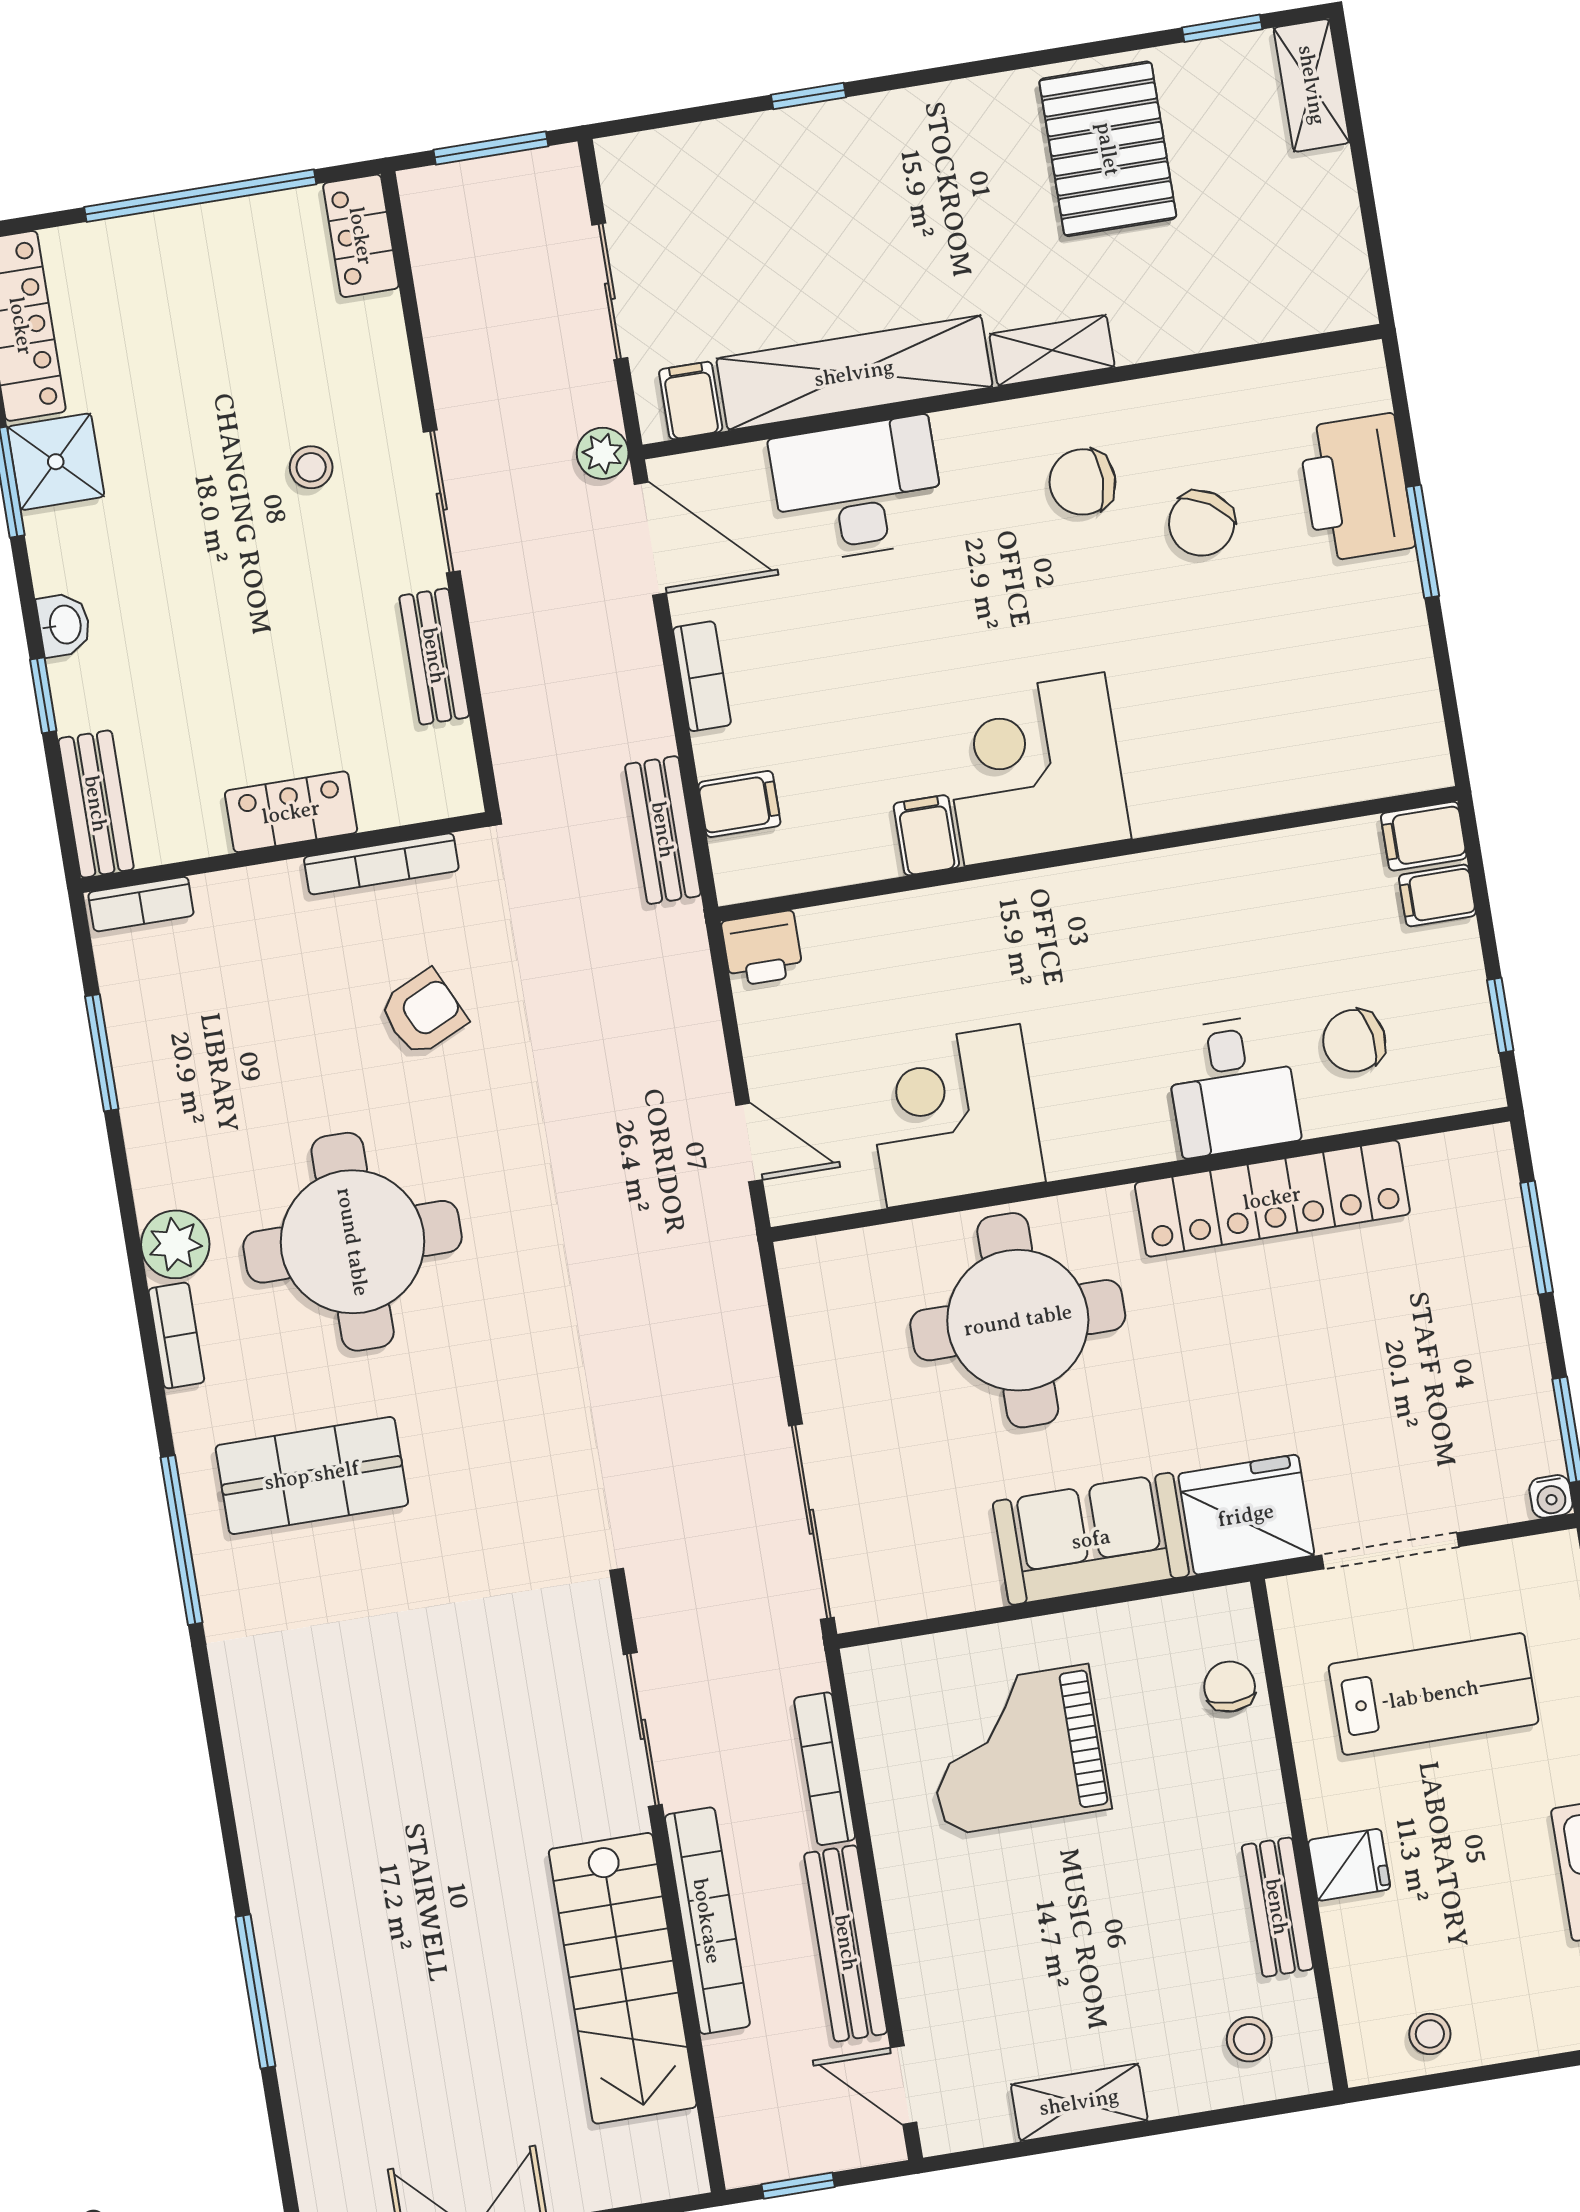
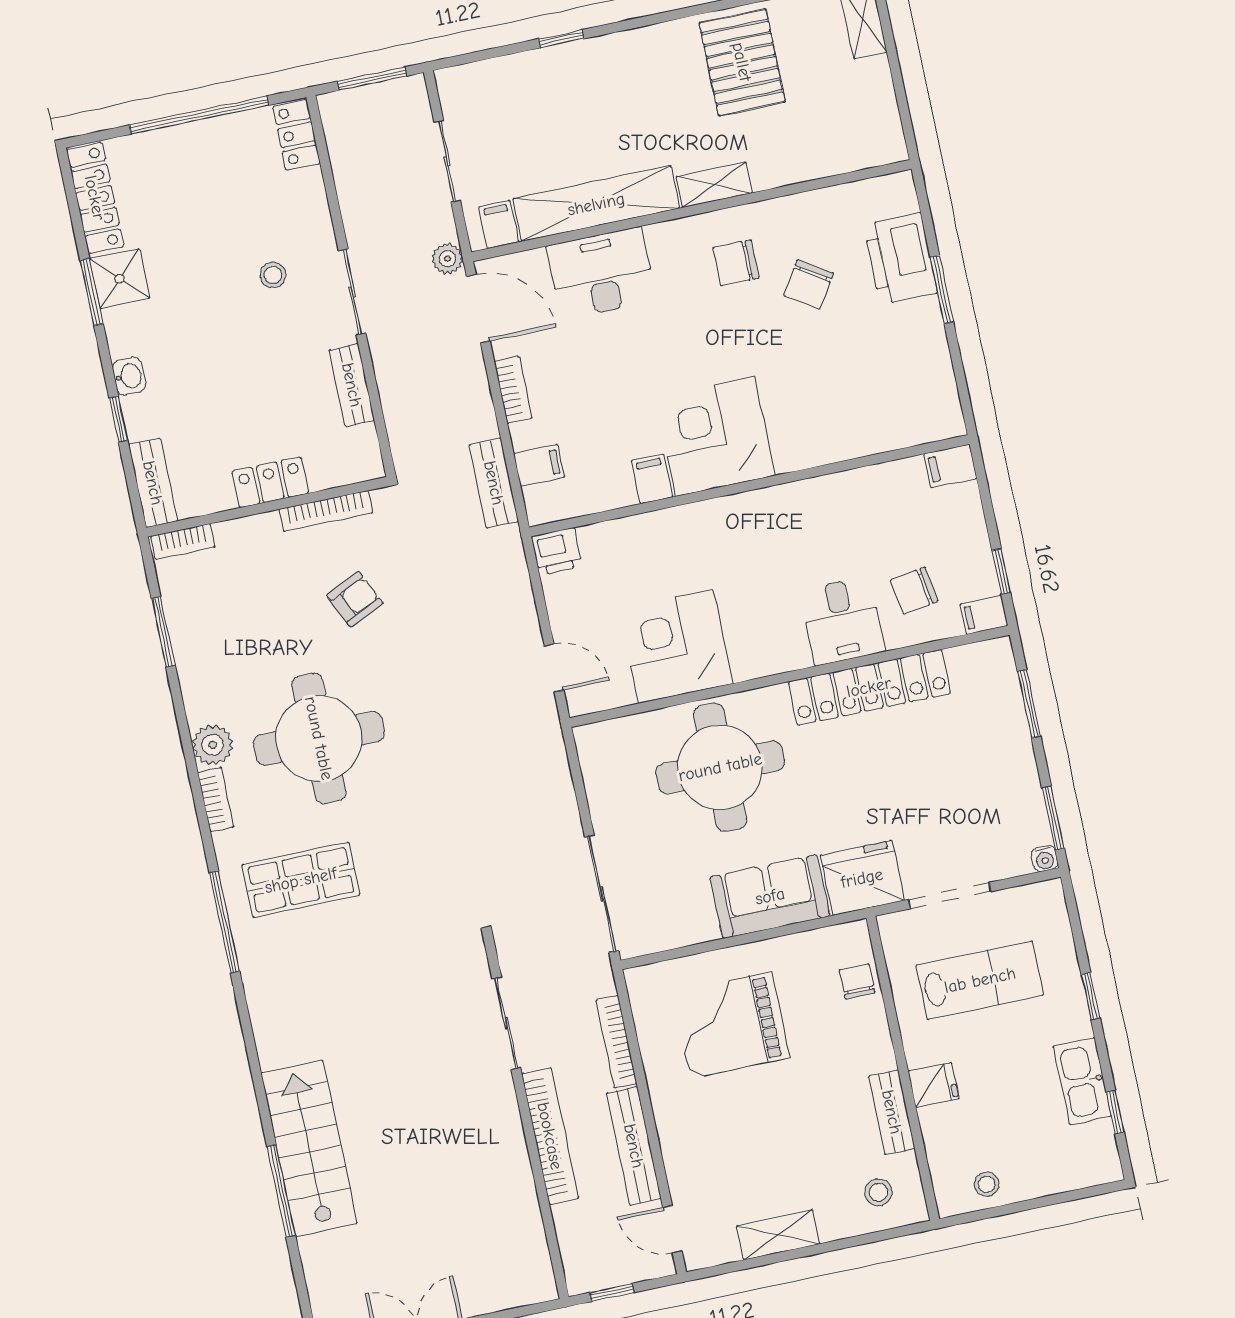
filing cabinet: (1437, 895) -> (984, 615), moved
stairs: (623, 1978) -> (309, 1148), moved, turned 180

